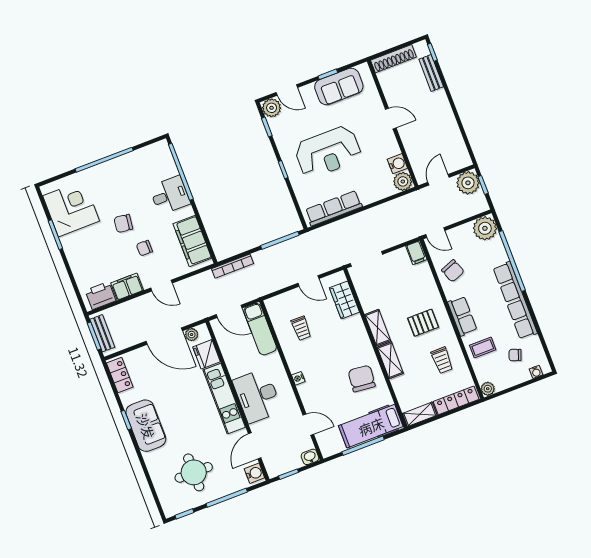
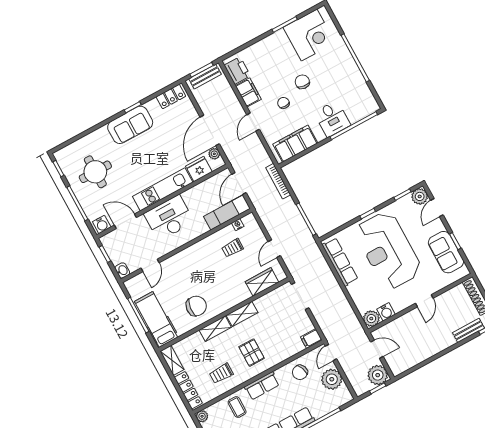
reception desk: (328, 152) -> (388, 250), width x1.36, depth x1.30
plant: (485, 228) -> (332, 379), moved
nightstand: (298, 378) -> (238, 225), moved

